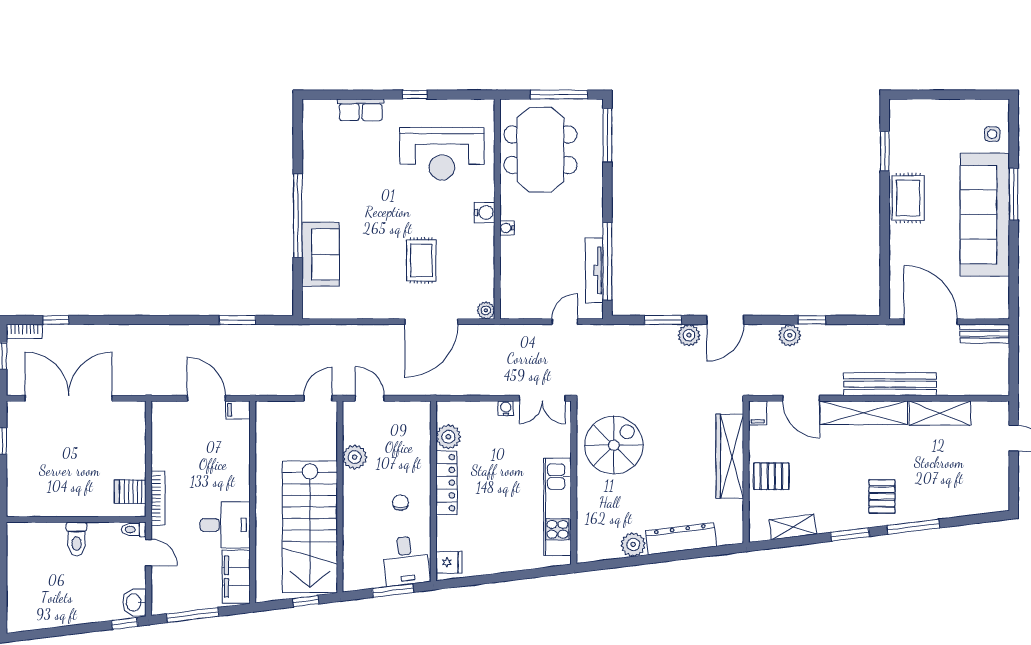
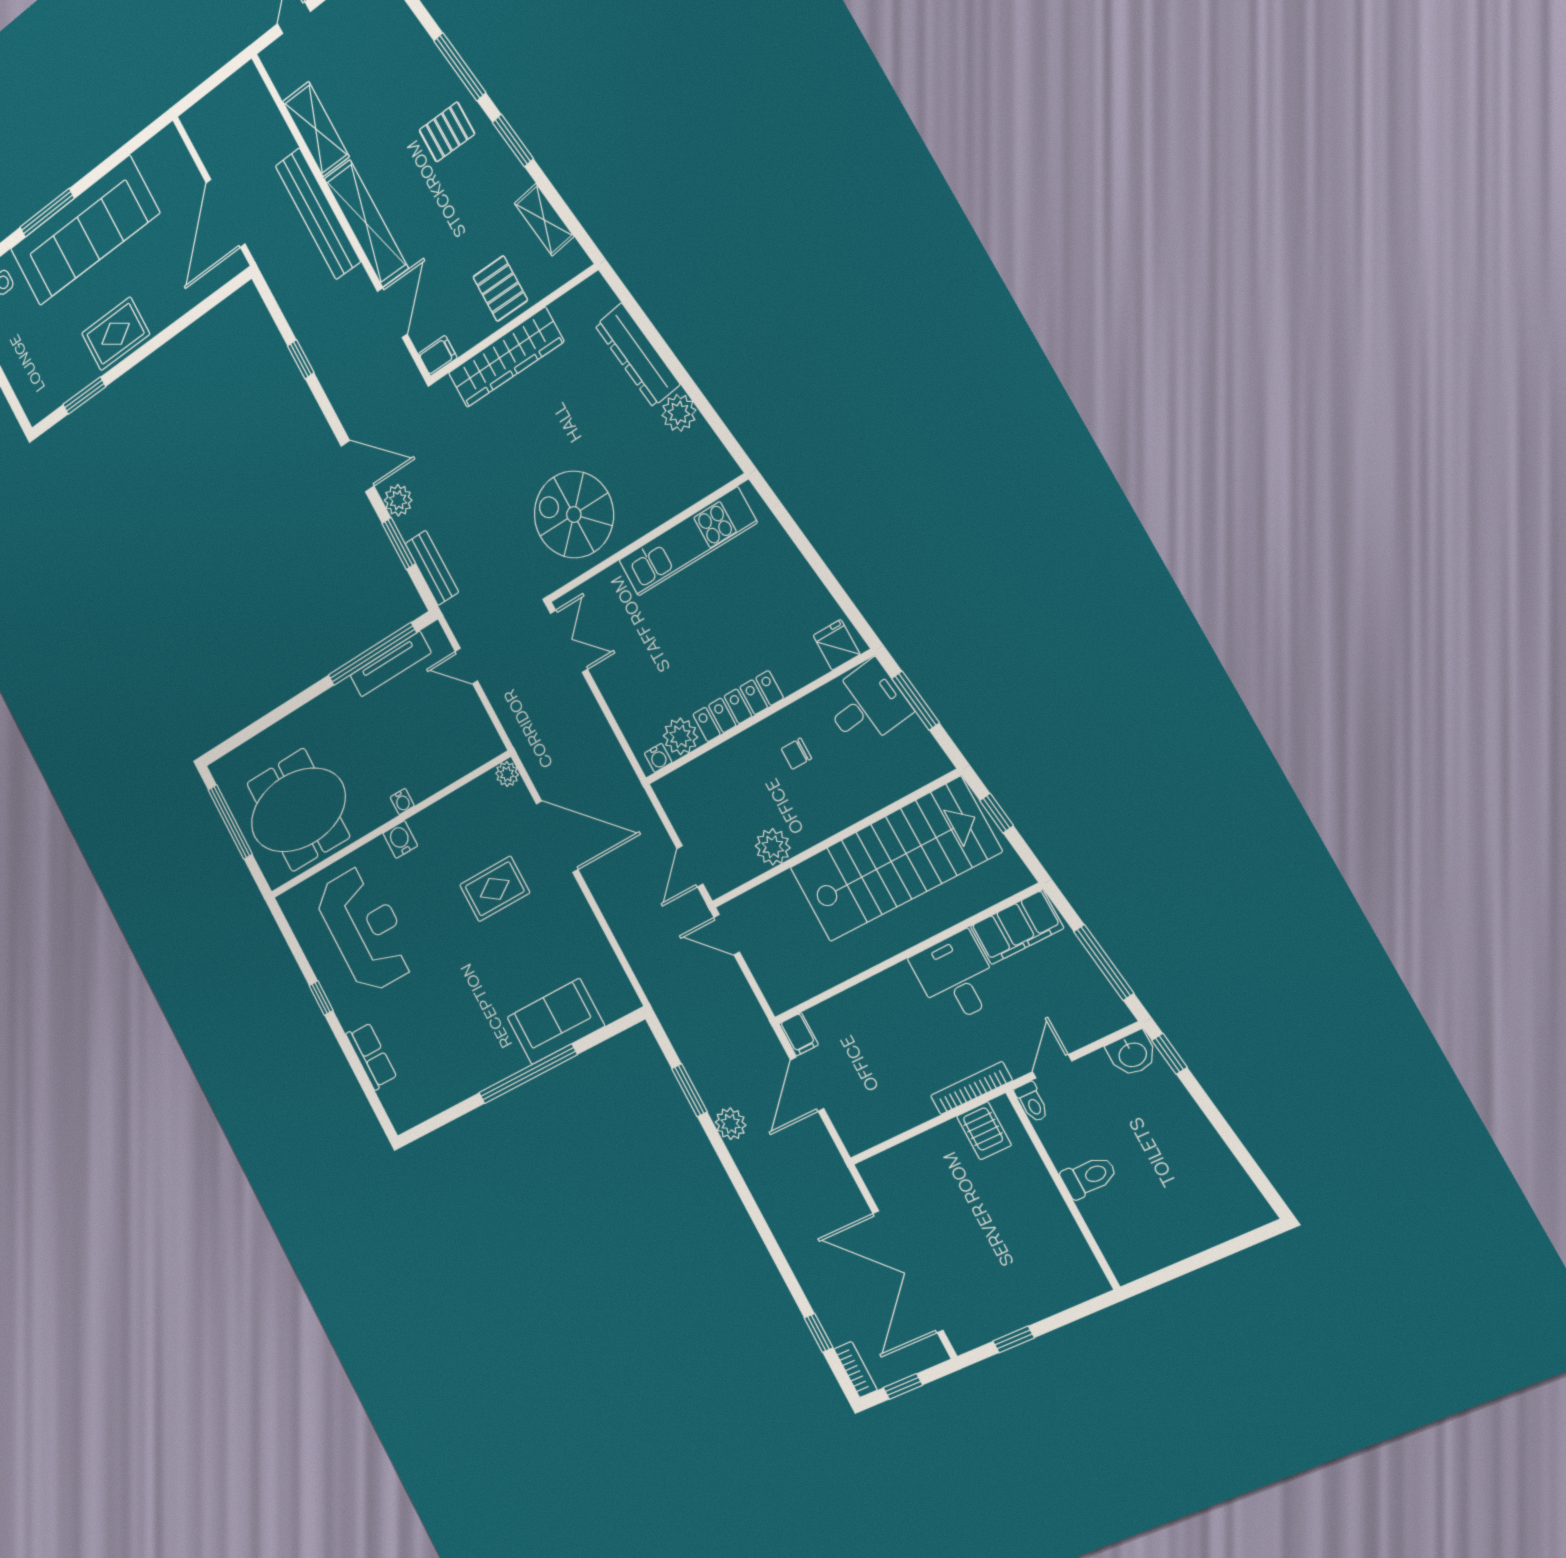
window: (607, 135) -> (241, 738), removed
bench: (985, 334) -> (432, 568), moved
plant: (790, 335) -> (731, 1124), moved
water cooler: (506, 408) -> (658, 758), moved, turned -90

